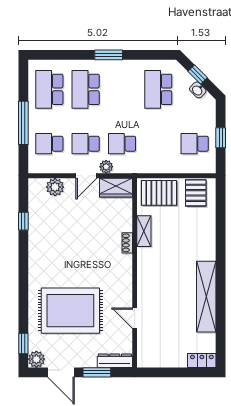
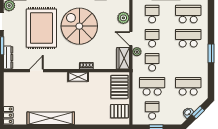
school desk: (158, 144) -> (152, 86), added
shelving: (144, 231) -> (78, 77), moved
spiral stairs: (68, 254) -> (79, 26), added

